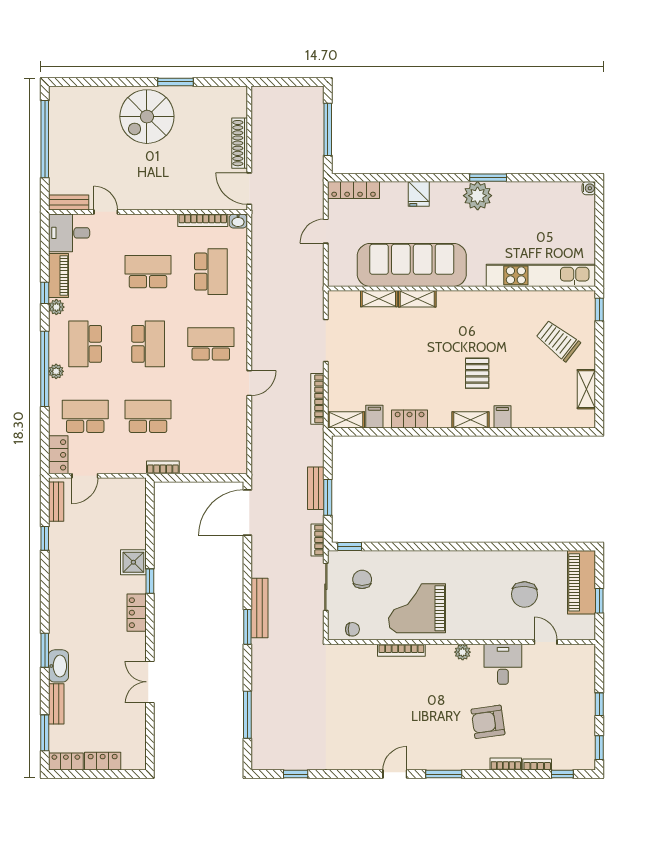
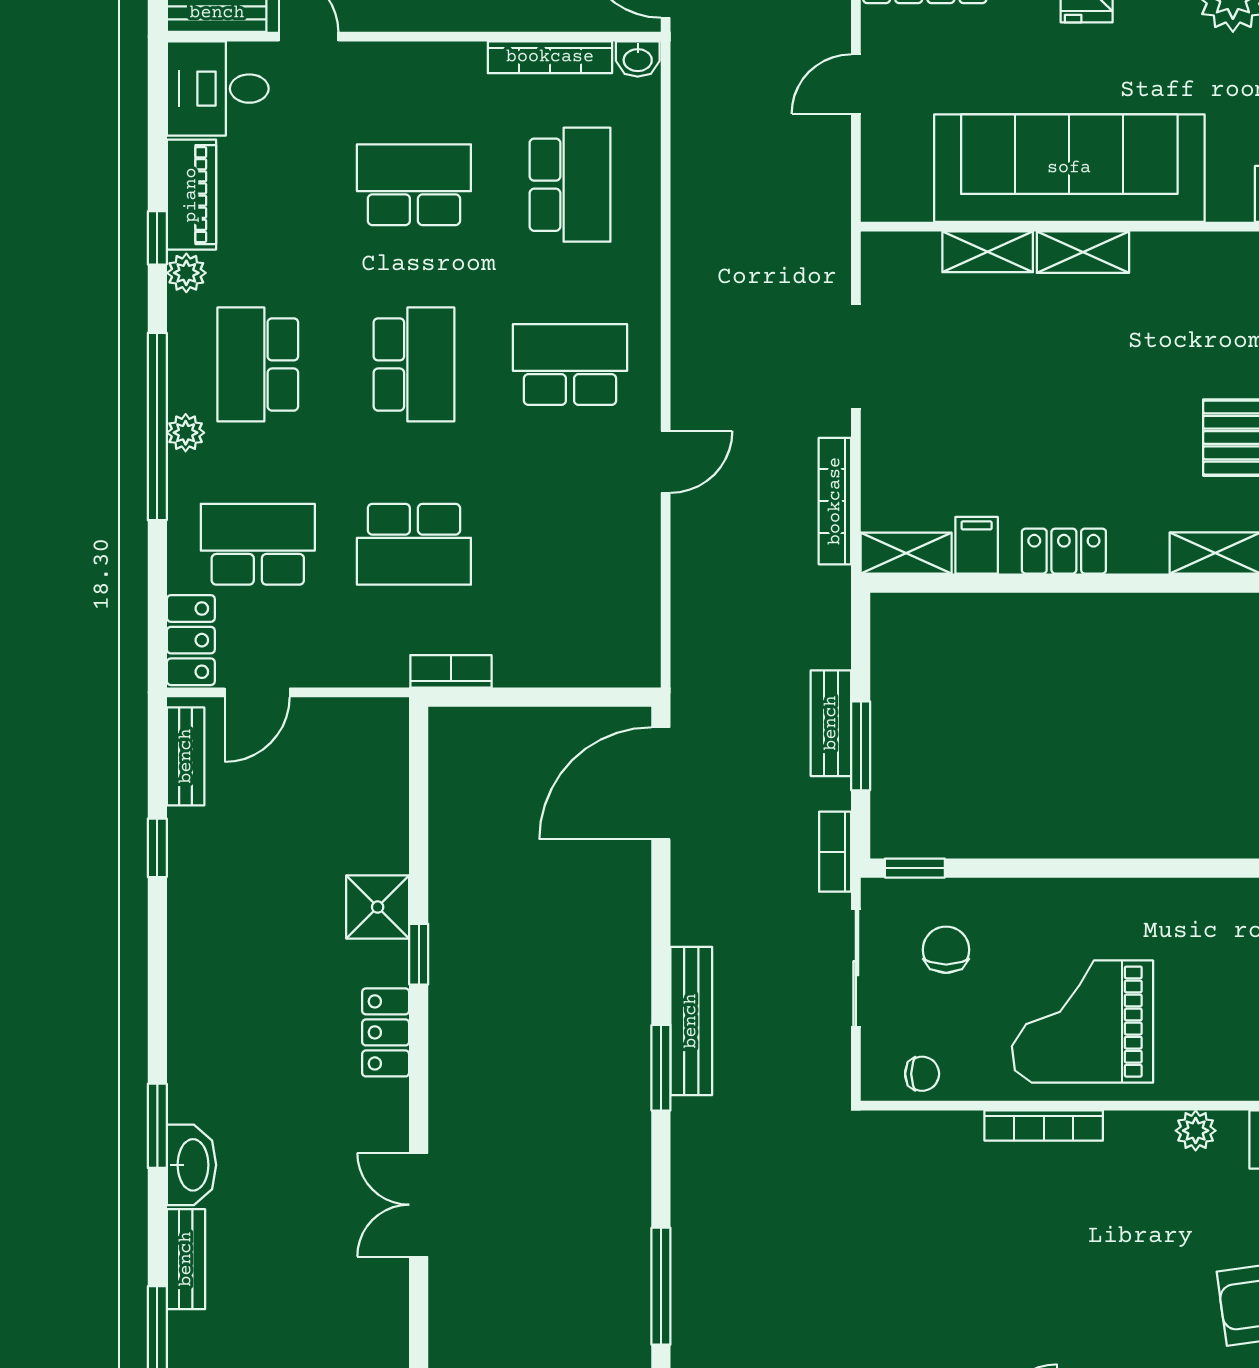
school desk: (148, 416) -> (414, 544), turned 180

